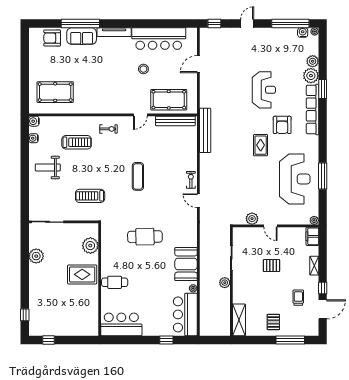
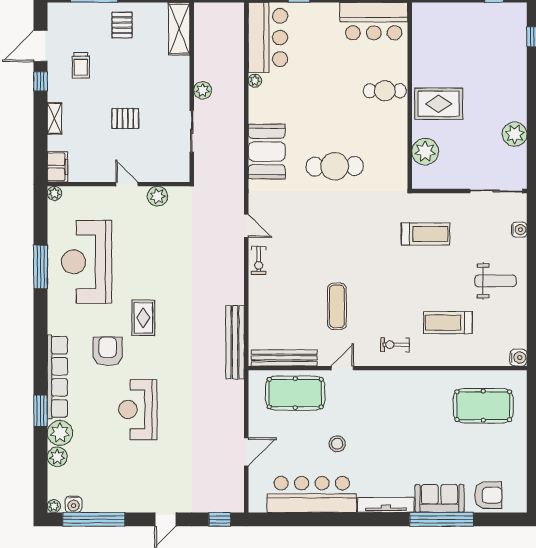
water cooler: (33, 138) -> (519, 230), moved
exercise mat: (138, 176) -> (337, 306), moved
booth: (186, 264) -> (267, 151), moved

